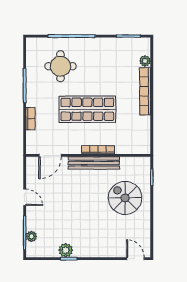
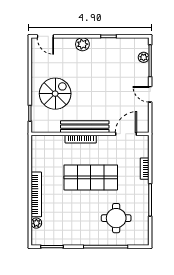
spiral stairs: (125, 198) -> (55, 94), turned -90
plant: (66, 250) -> (82, 44), moved

